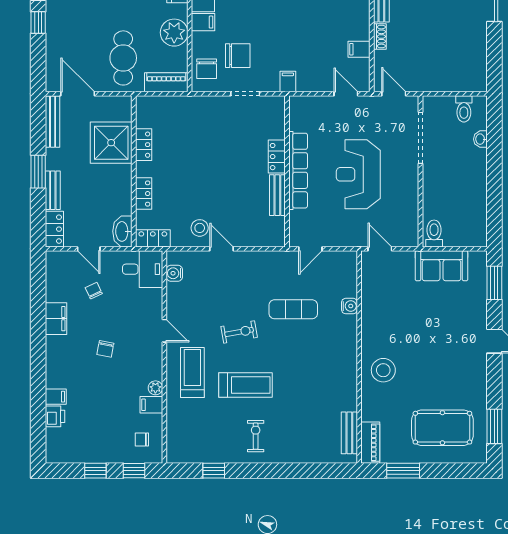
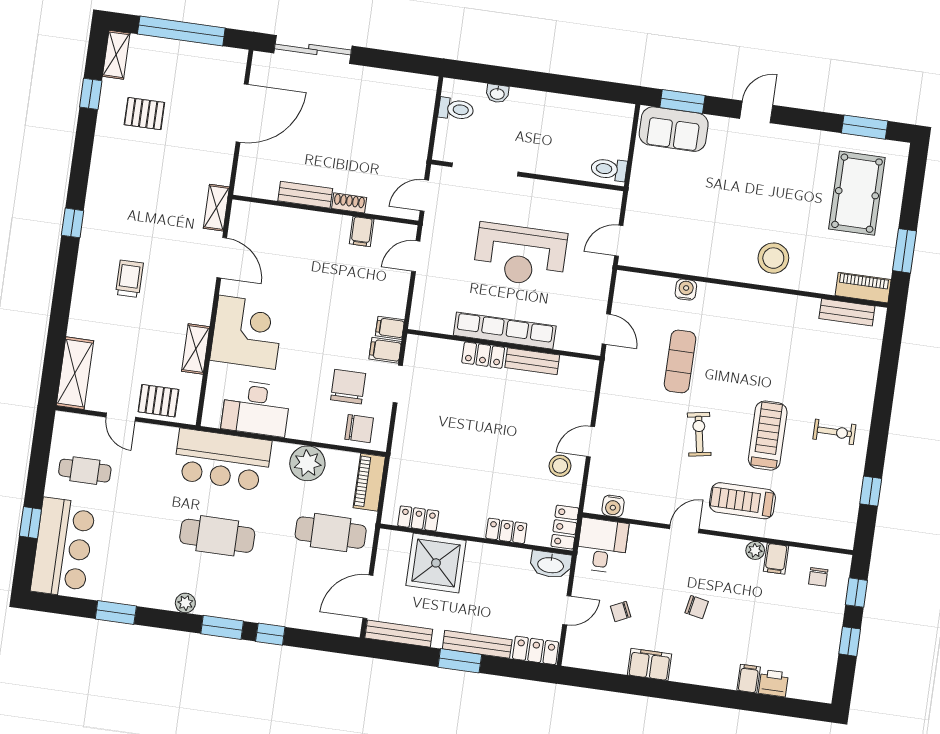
filing cabinet: (203, 22) -> (385, 350), moved, turned -90
locker: (144, 145) -> (418, 518), moved
bench: (53, 190) -> (477, 644), width x1.36
sofa: (441, 266) -> (674, 129), moved, turned 90
exercise bike: (256, 436) -> (834, 432), turned 180

